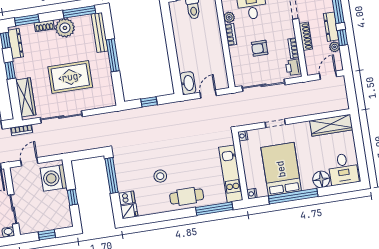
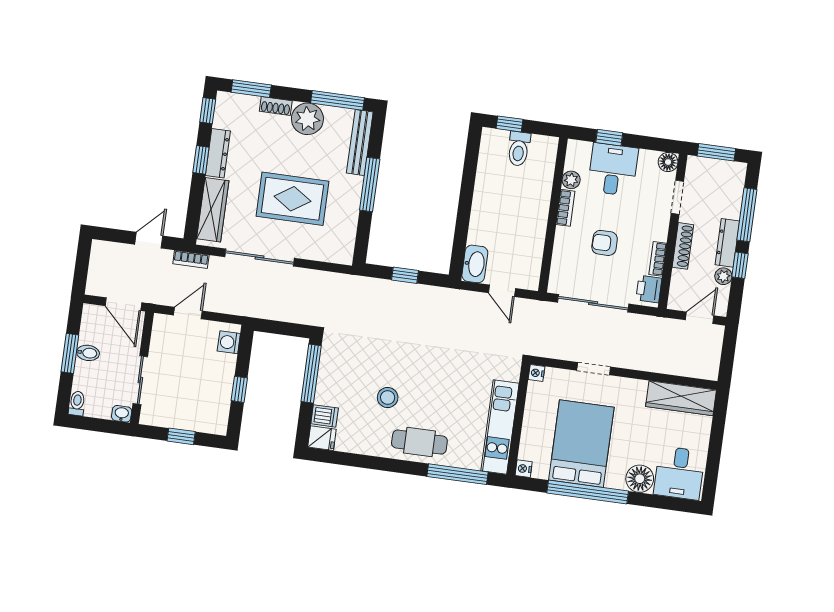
dresser: (16, 43) -> (218, 153), moved
door: (208, 94) -> (502, 291), swing flipped
washing machine: (54, 178) -> (229, 342), width x0.53, depth x0.53

